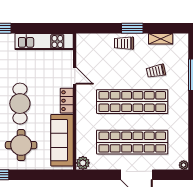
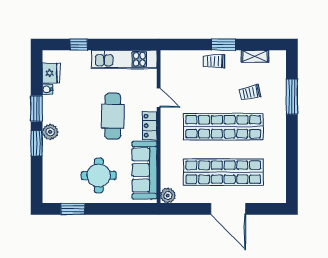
cafe table: (20, 104) -> (113, 116), moved
plant: (184, 165) -> (281, 198), removed

